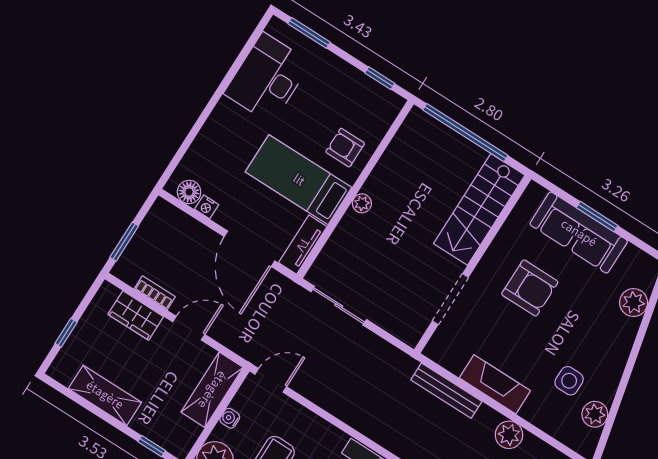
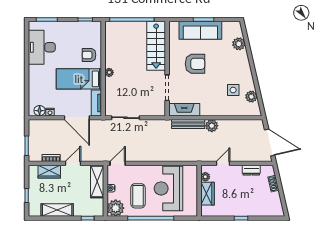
fireplace: (495, 384) -> (184, 110), moved
plant: (509, 435) -> (212, 126), moved

